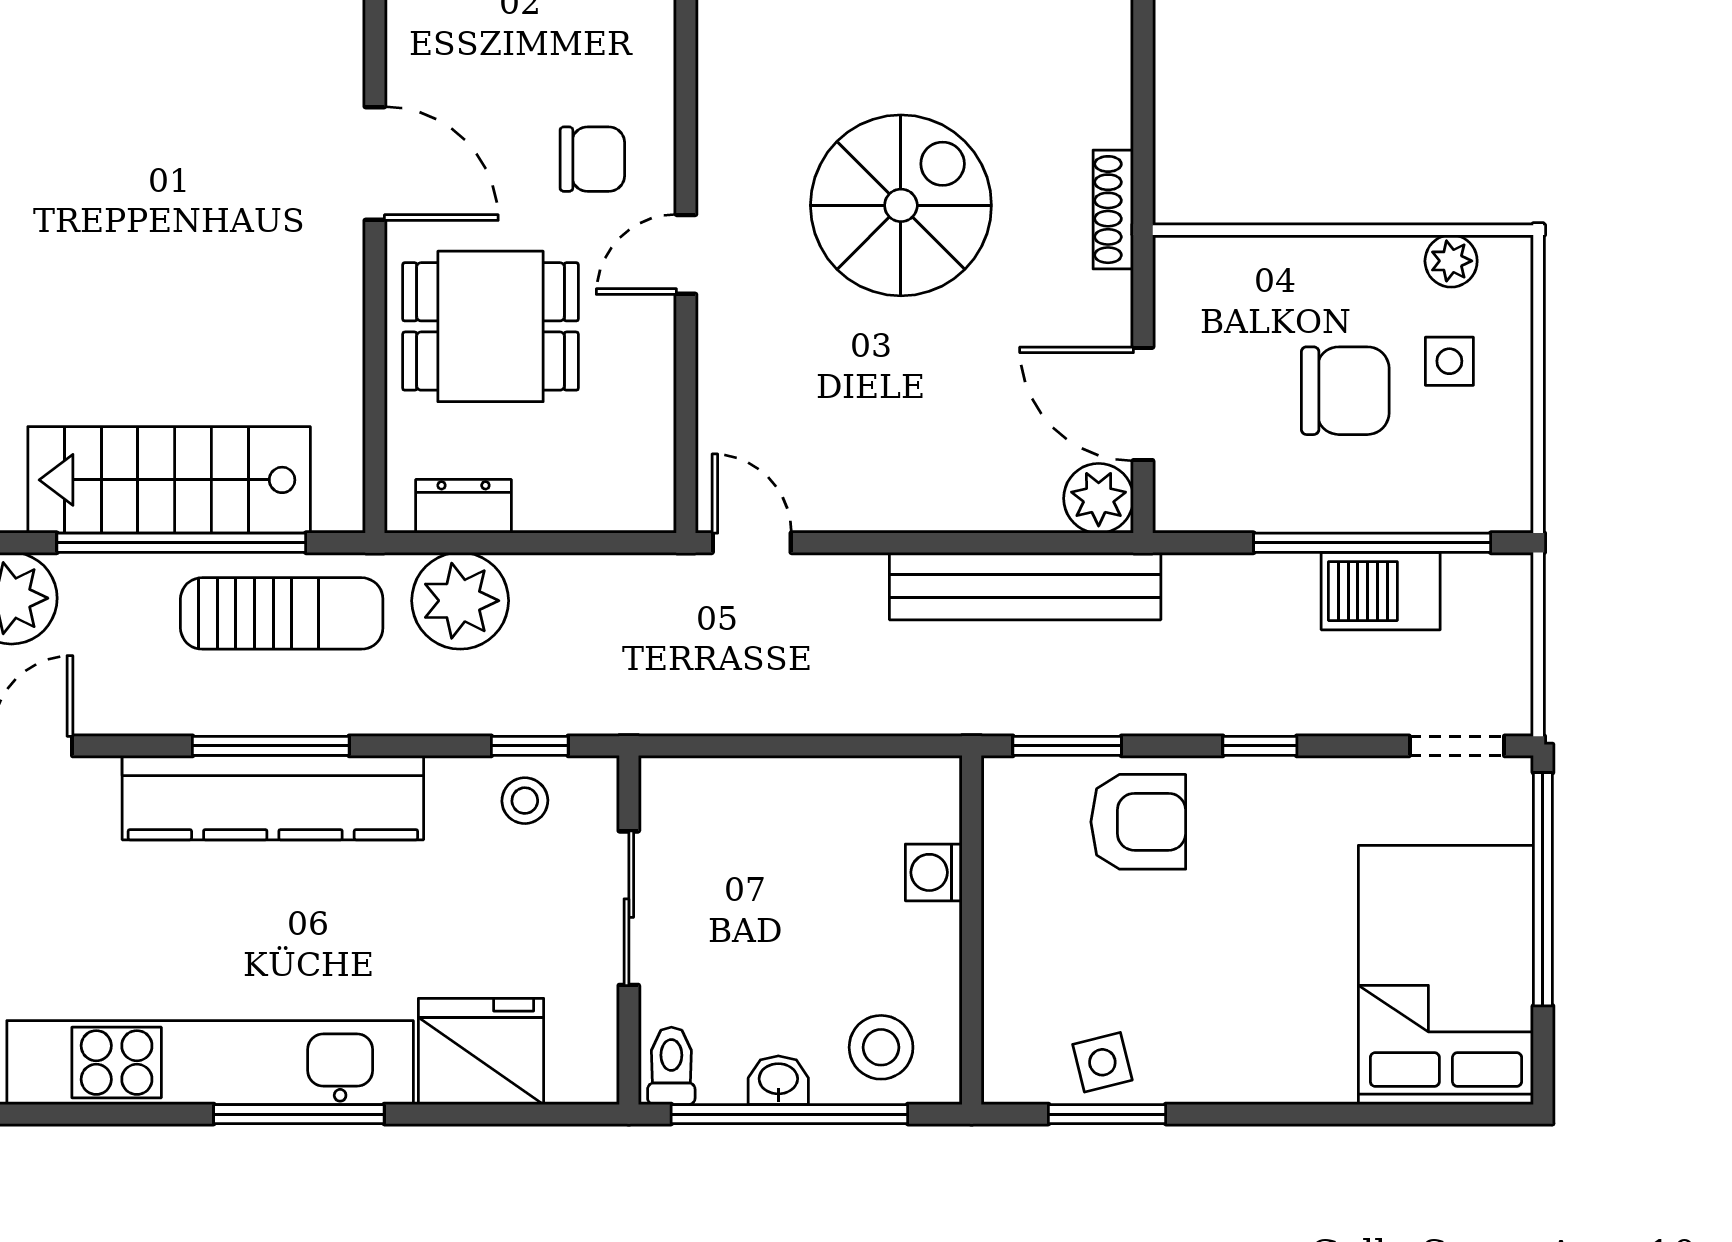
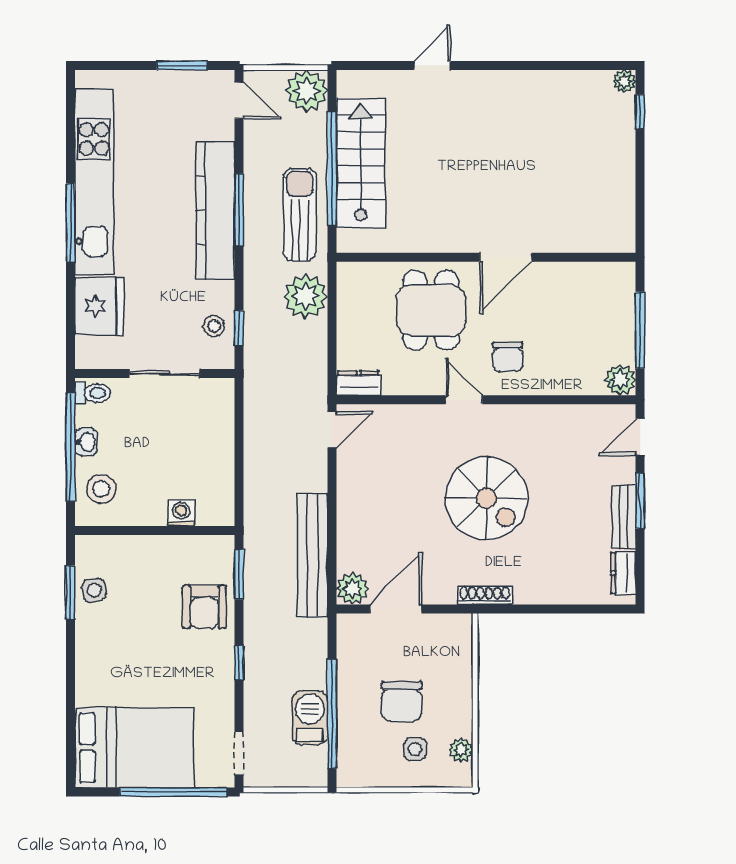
dresser: (463, 506) -> (358, 383), moved, turned -90
sun lounger: (282, 613) -> (300, 215), turned 180

